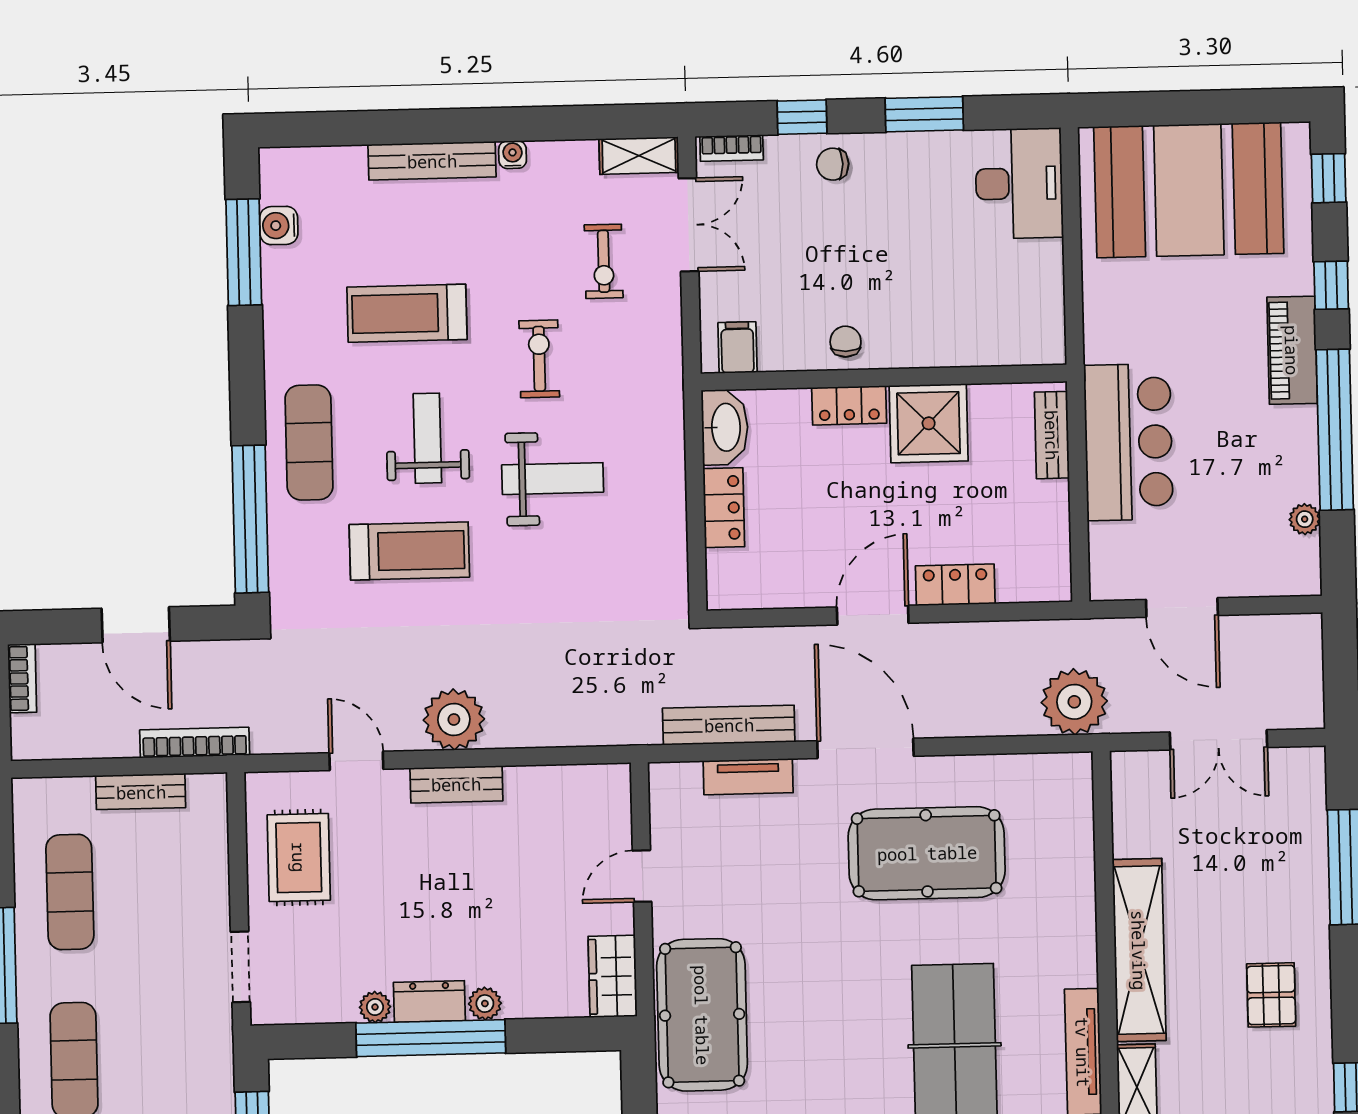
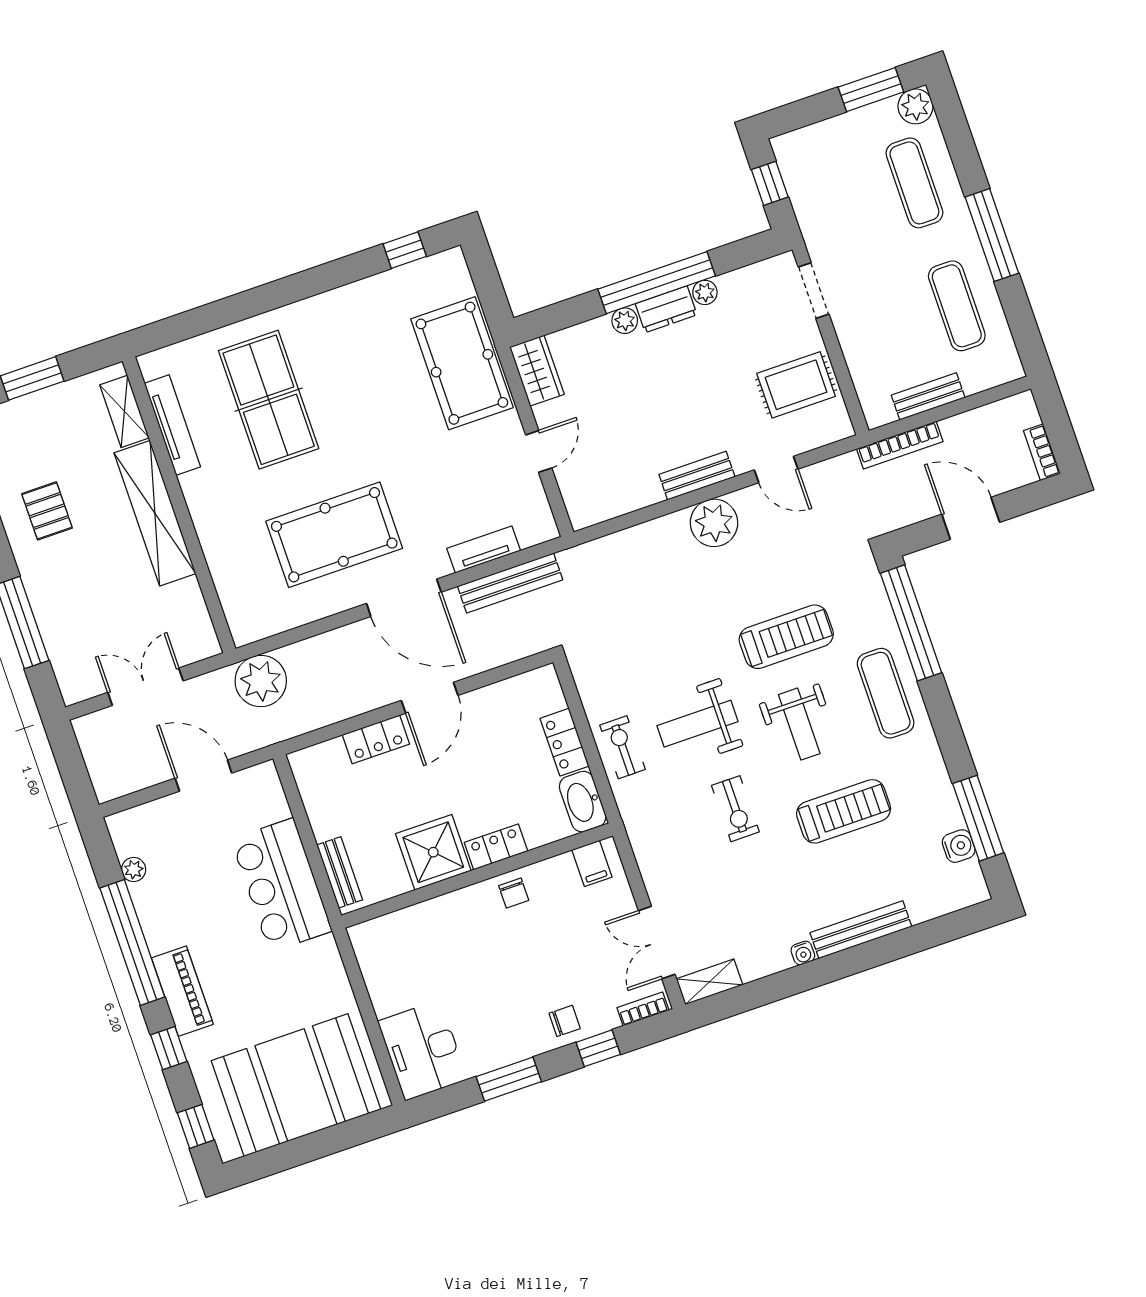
exercise bike: (604, 261) -> (623, 747), moved
treadmill: (409, 551) -> (786, 637), turned 180
rug: (299, 857) -> (796, 385), turned 90

